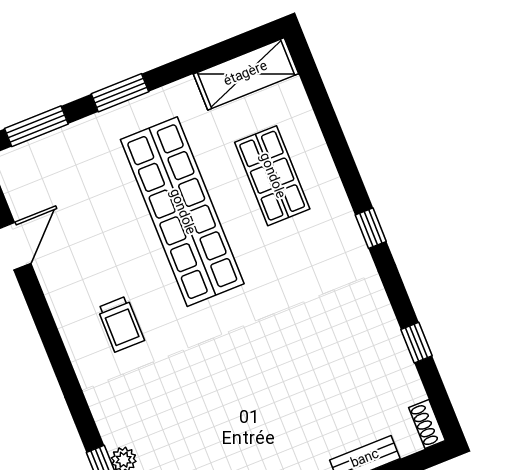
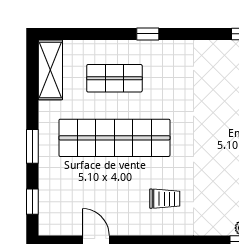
window: (36, 126) -> (32, 202), width x0.67
window: (371, 228) -> (148, 34), moved

